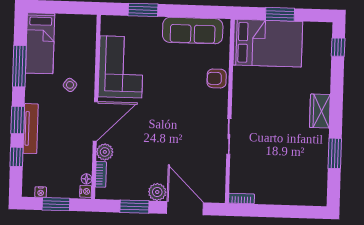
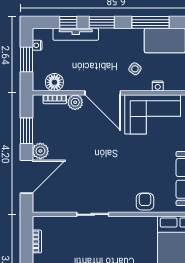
tv unit: (31, 129) -> (76, 34), moved
floor lamp: (86, 179) -> (54, 82), width x1.89, depth x1.89
nightstand: (86, 191) -> (158, 86), moved
bookcase: (241, 199) -> (37, 241), moved

